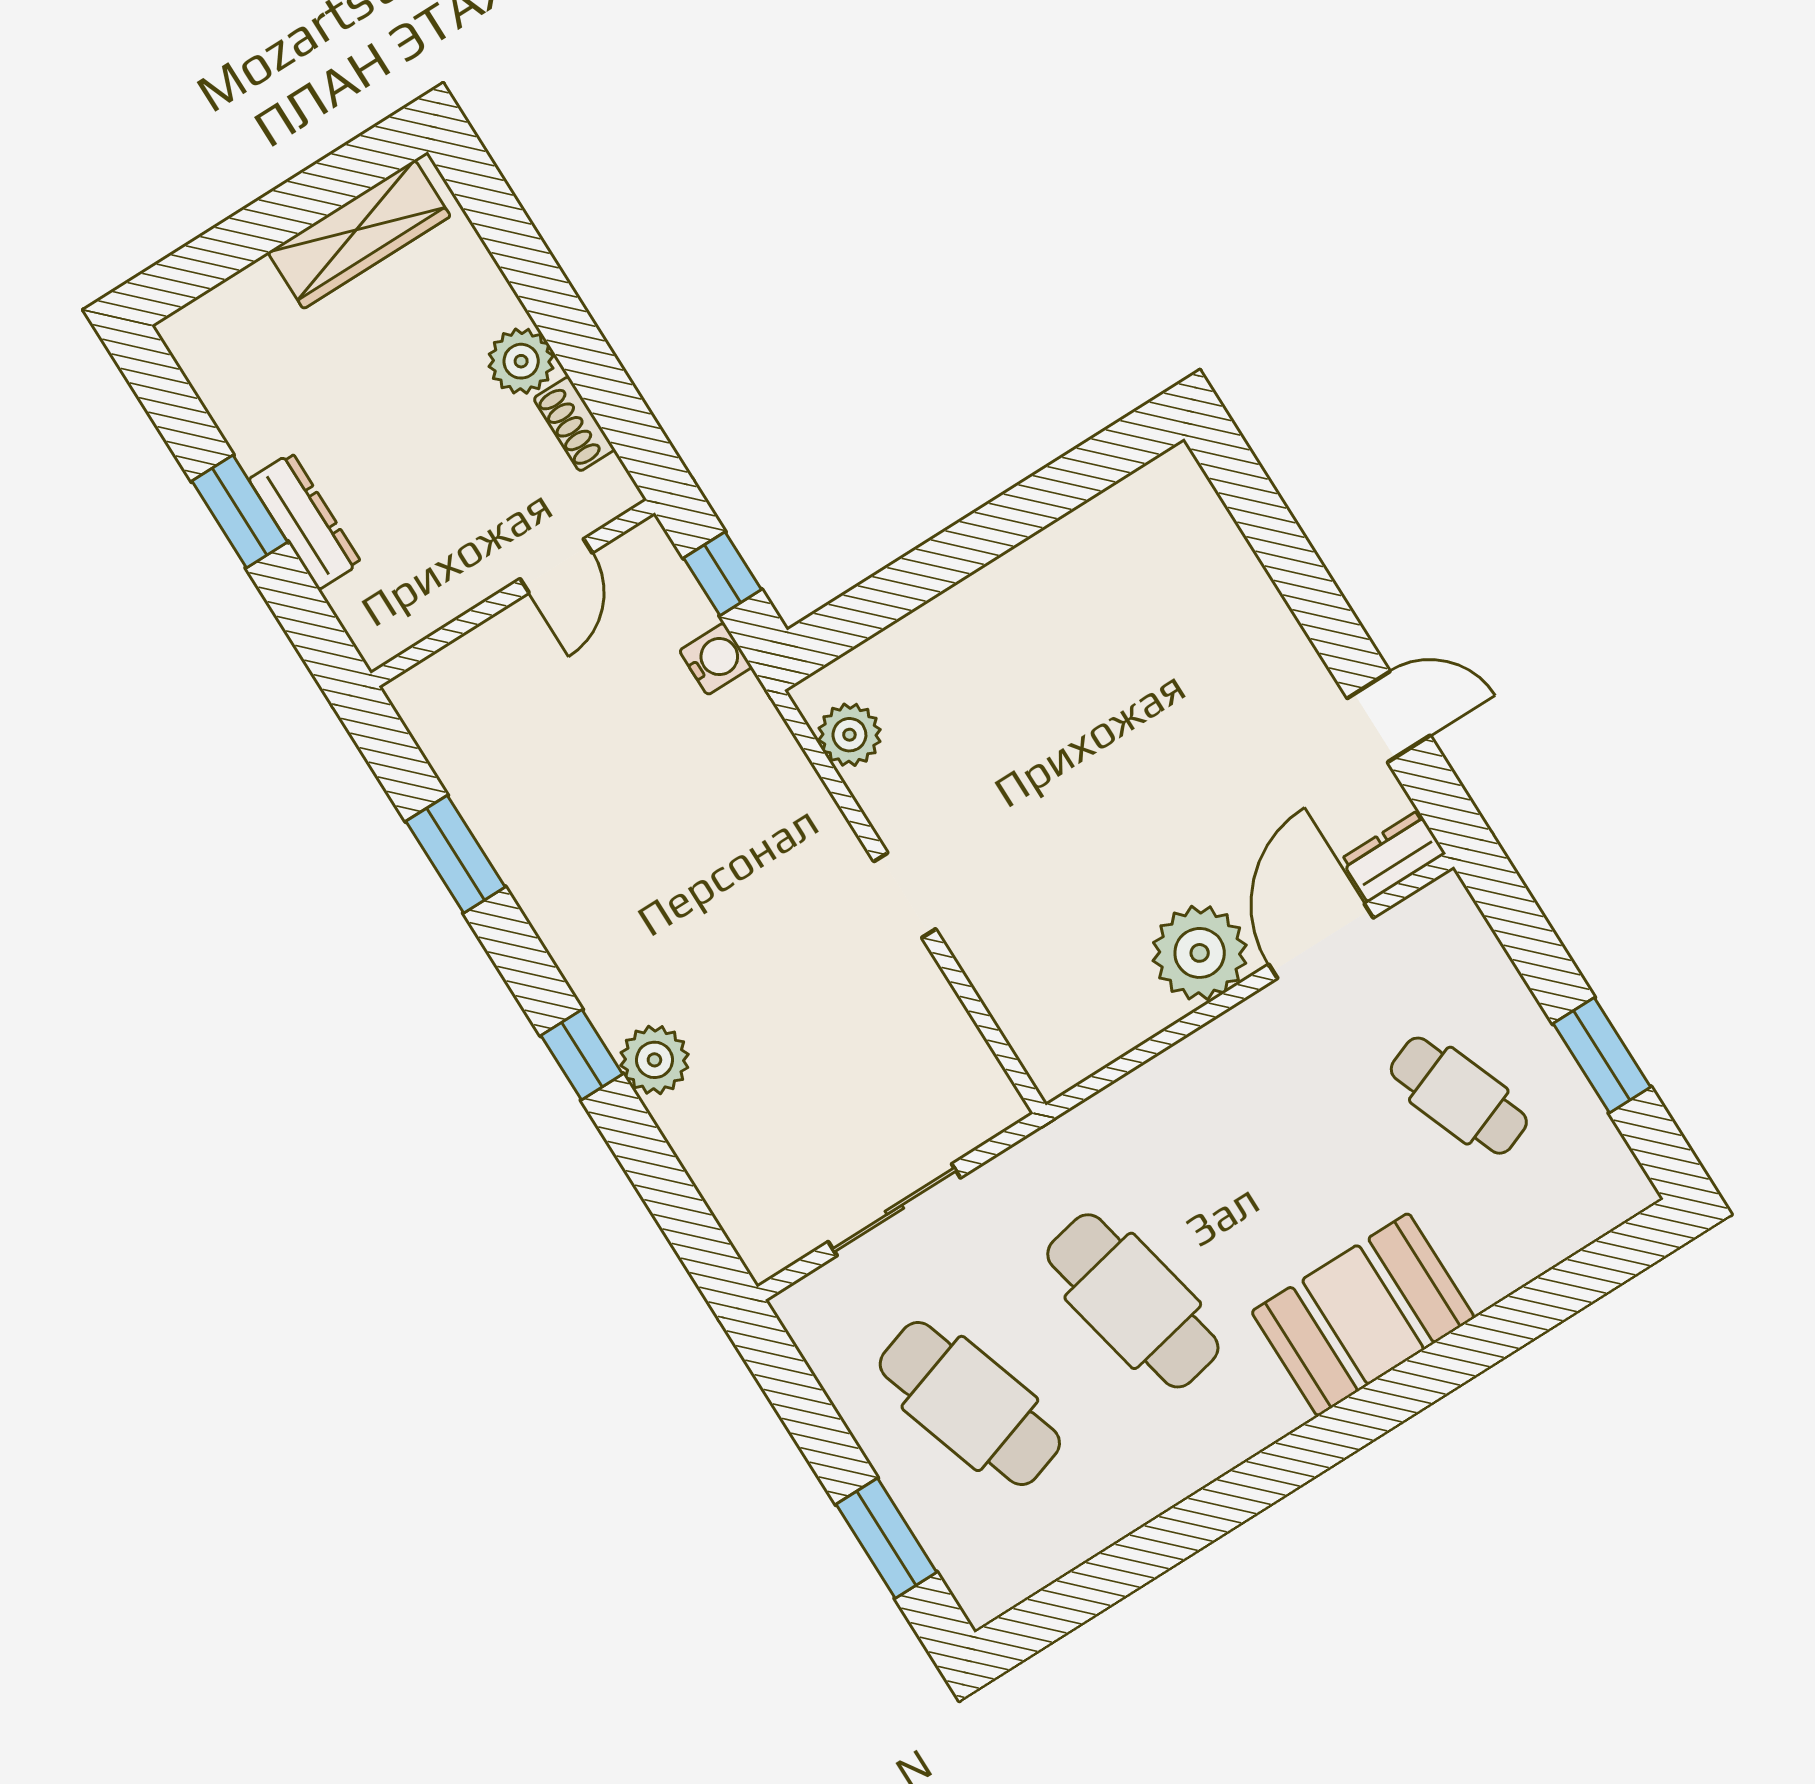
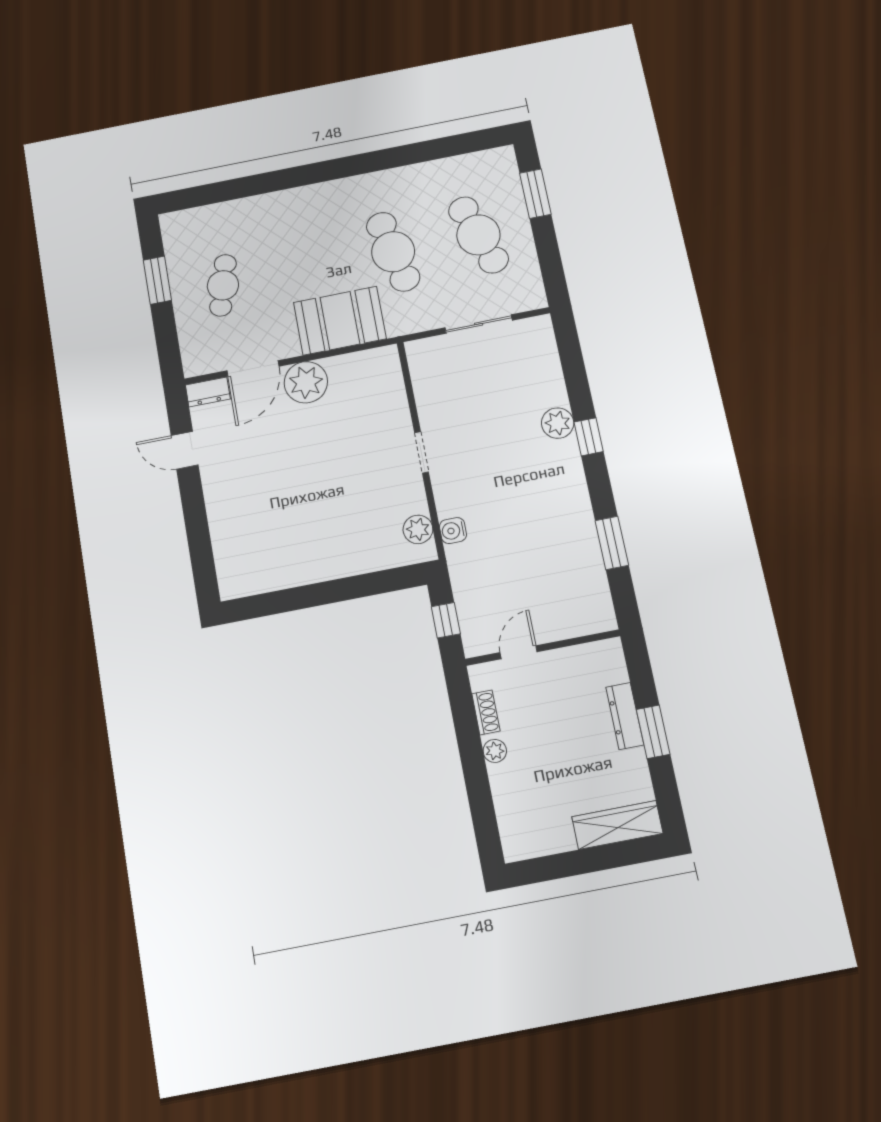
wardrobe: (359, 234) -> (617, 825), moved
plant: (521, 361) -> (495, 751), width x0.73, depth x0.73
water cooler: (716, 659) -> (453, 531), moved
cafe table: (1459, 1096) -> (223, 285), turned 36
booth: (1363, 1315) -> (340, 321), moved

